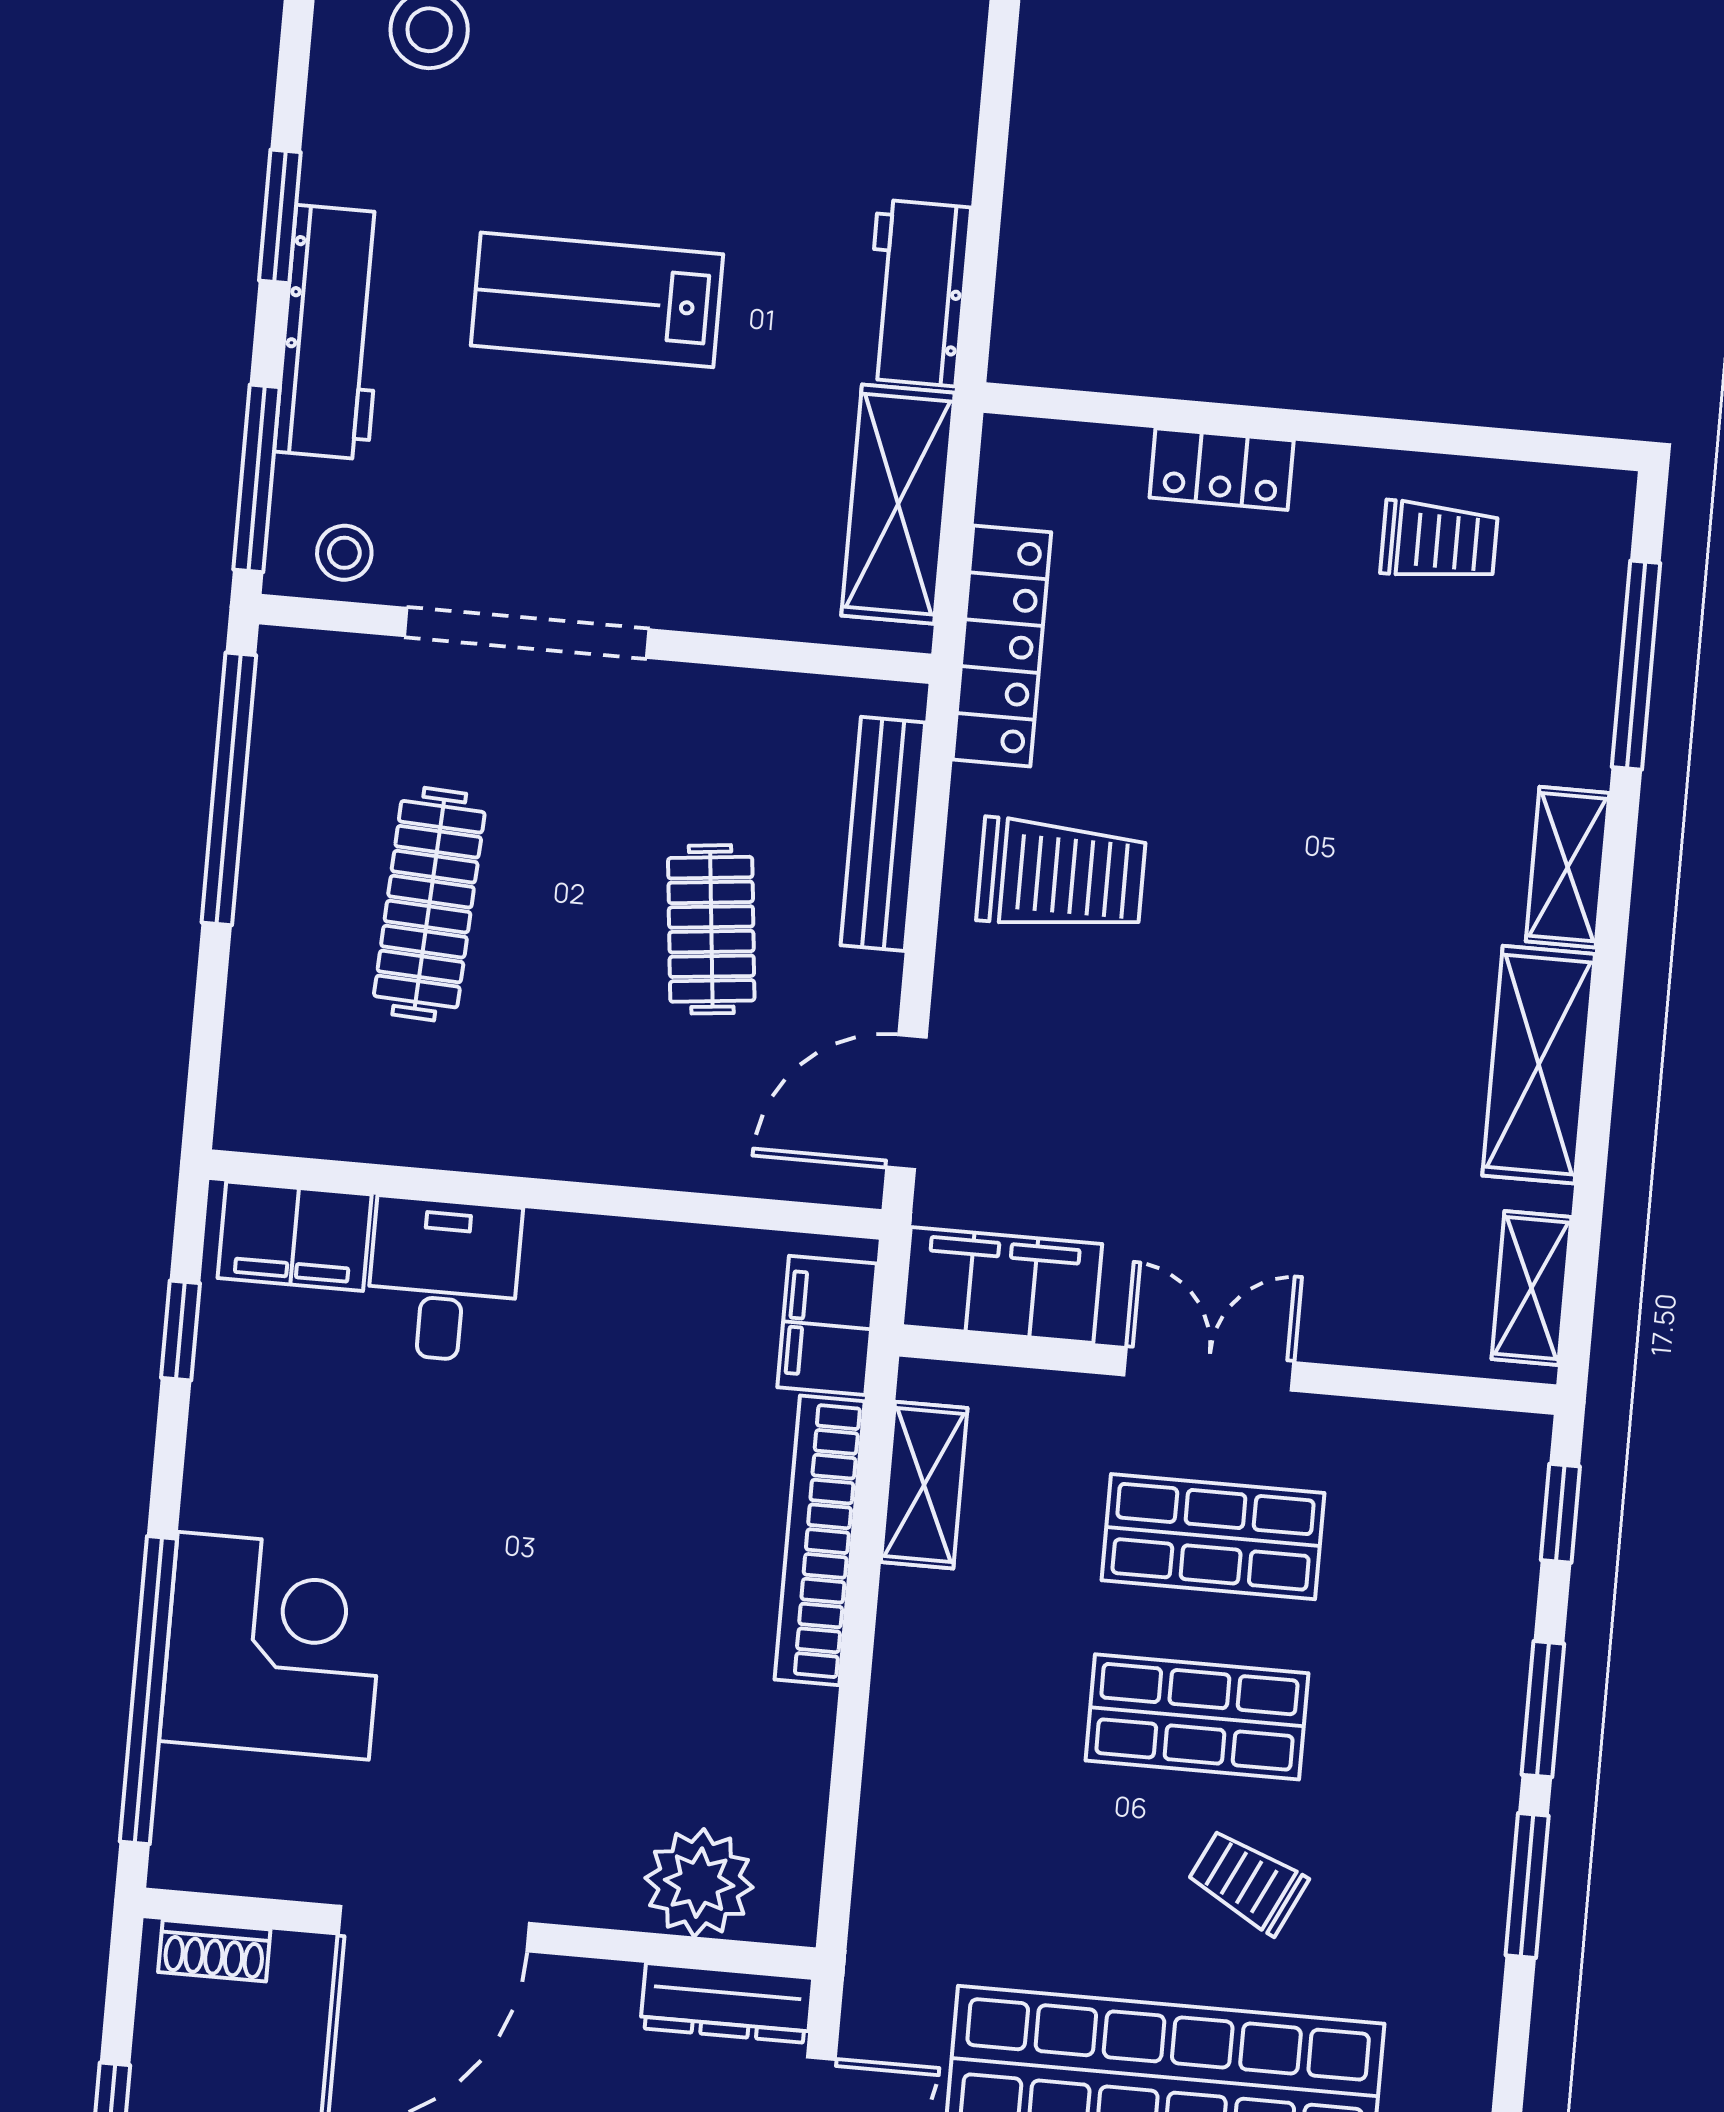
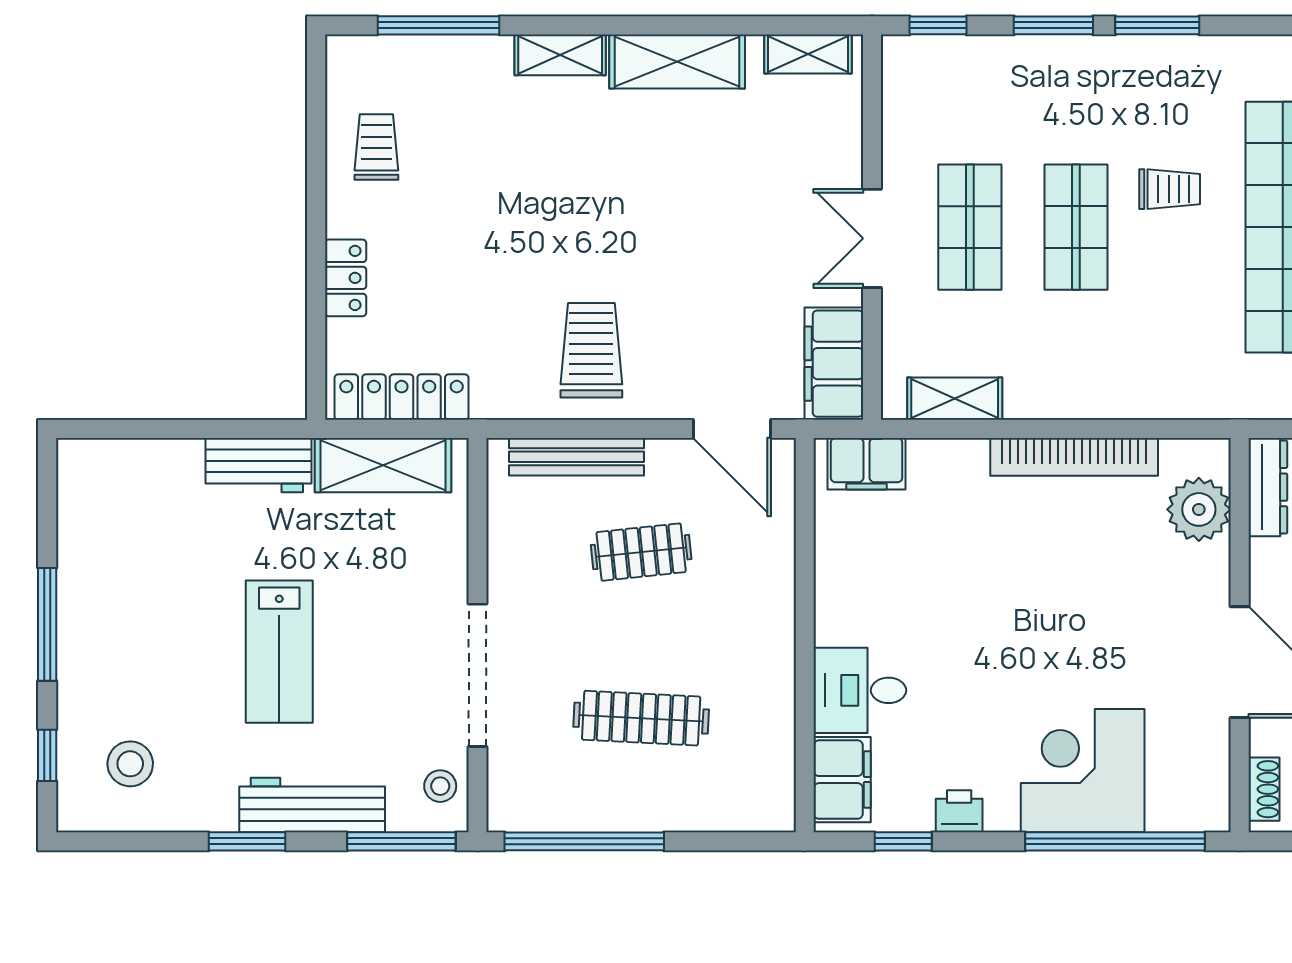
locker: (1002, 646) -> (402, 397), moved
printer: (223, 1430) -> (959, 811), added
bookcase: (820, 1540) -> (1074, 457), moved
trolley: (1248, 1881) -> (1170, 189), turned -116

